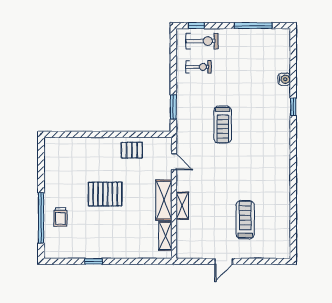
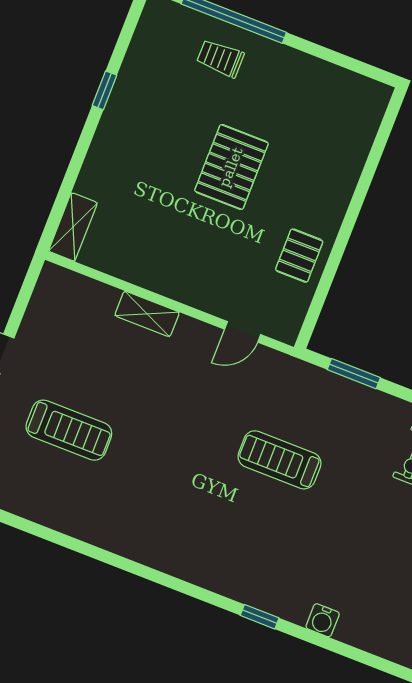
shelving: (164, 200) -> (173, 281), removed
shelving: (165, 236) -> (73, 227), moved, turned 90

